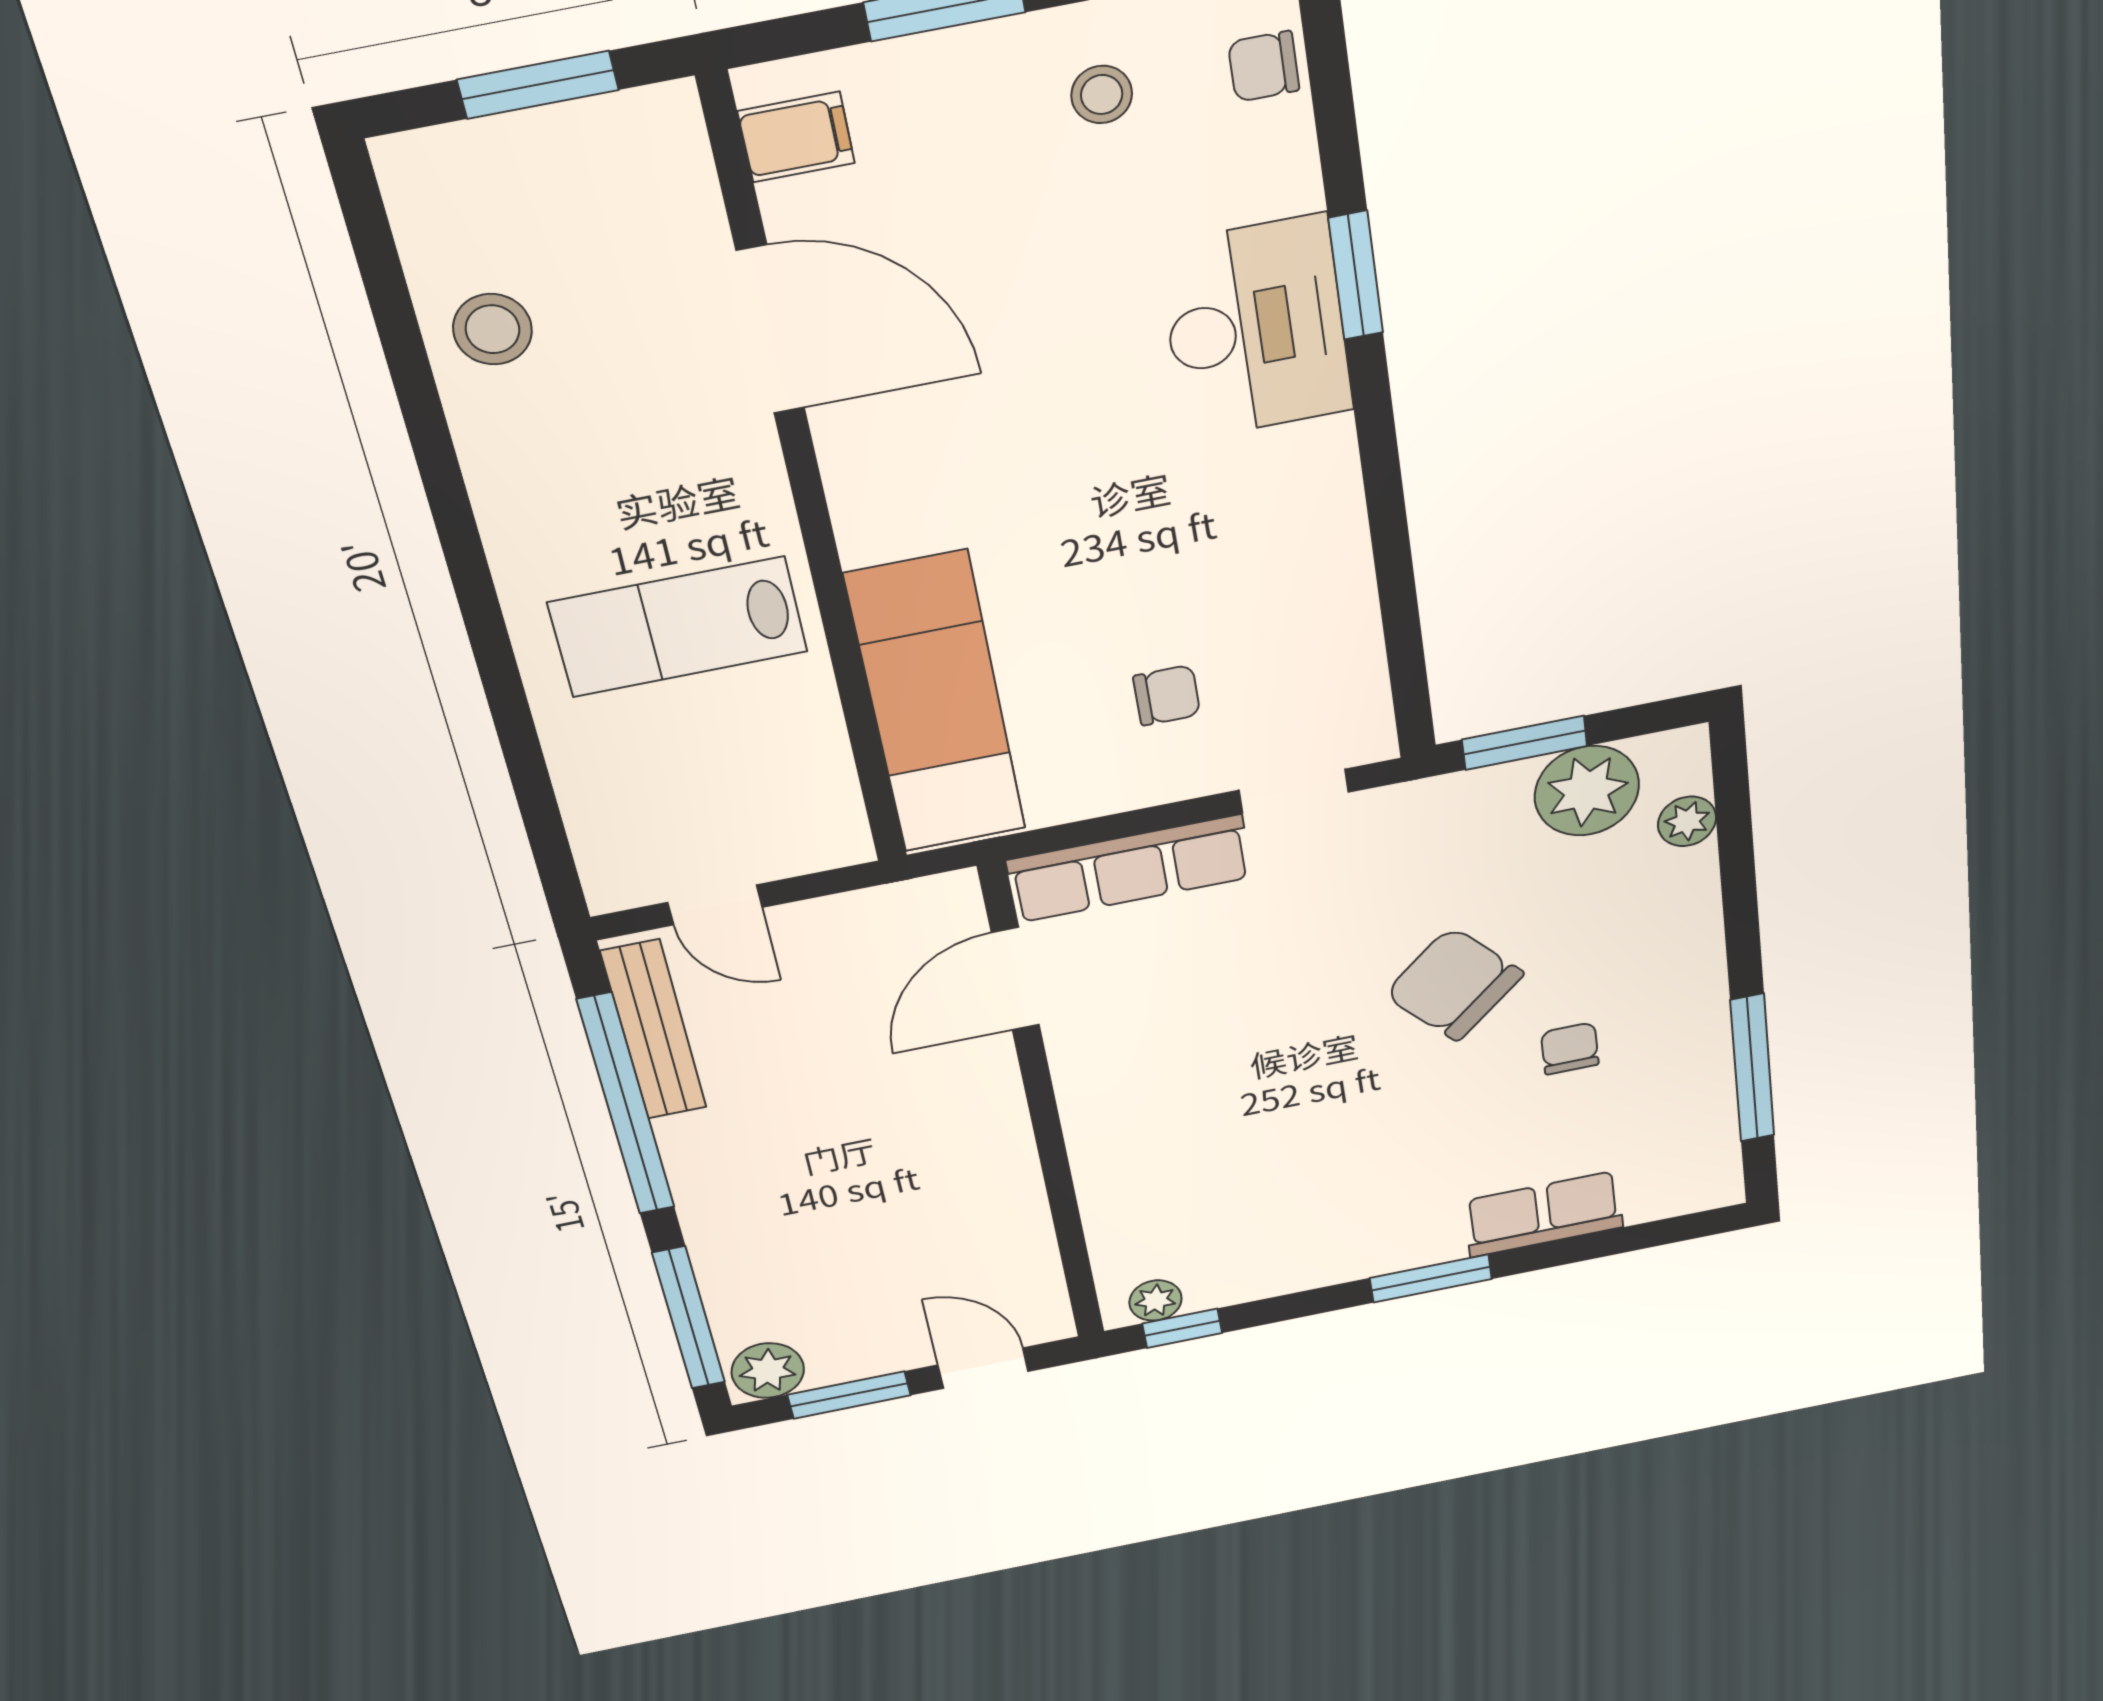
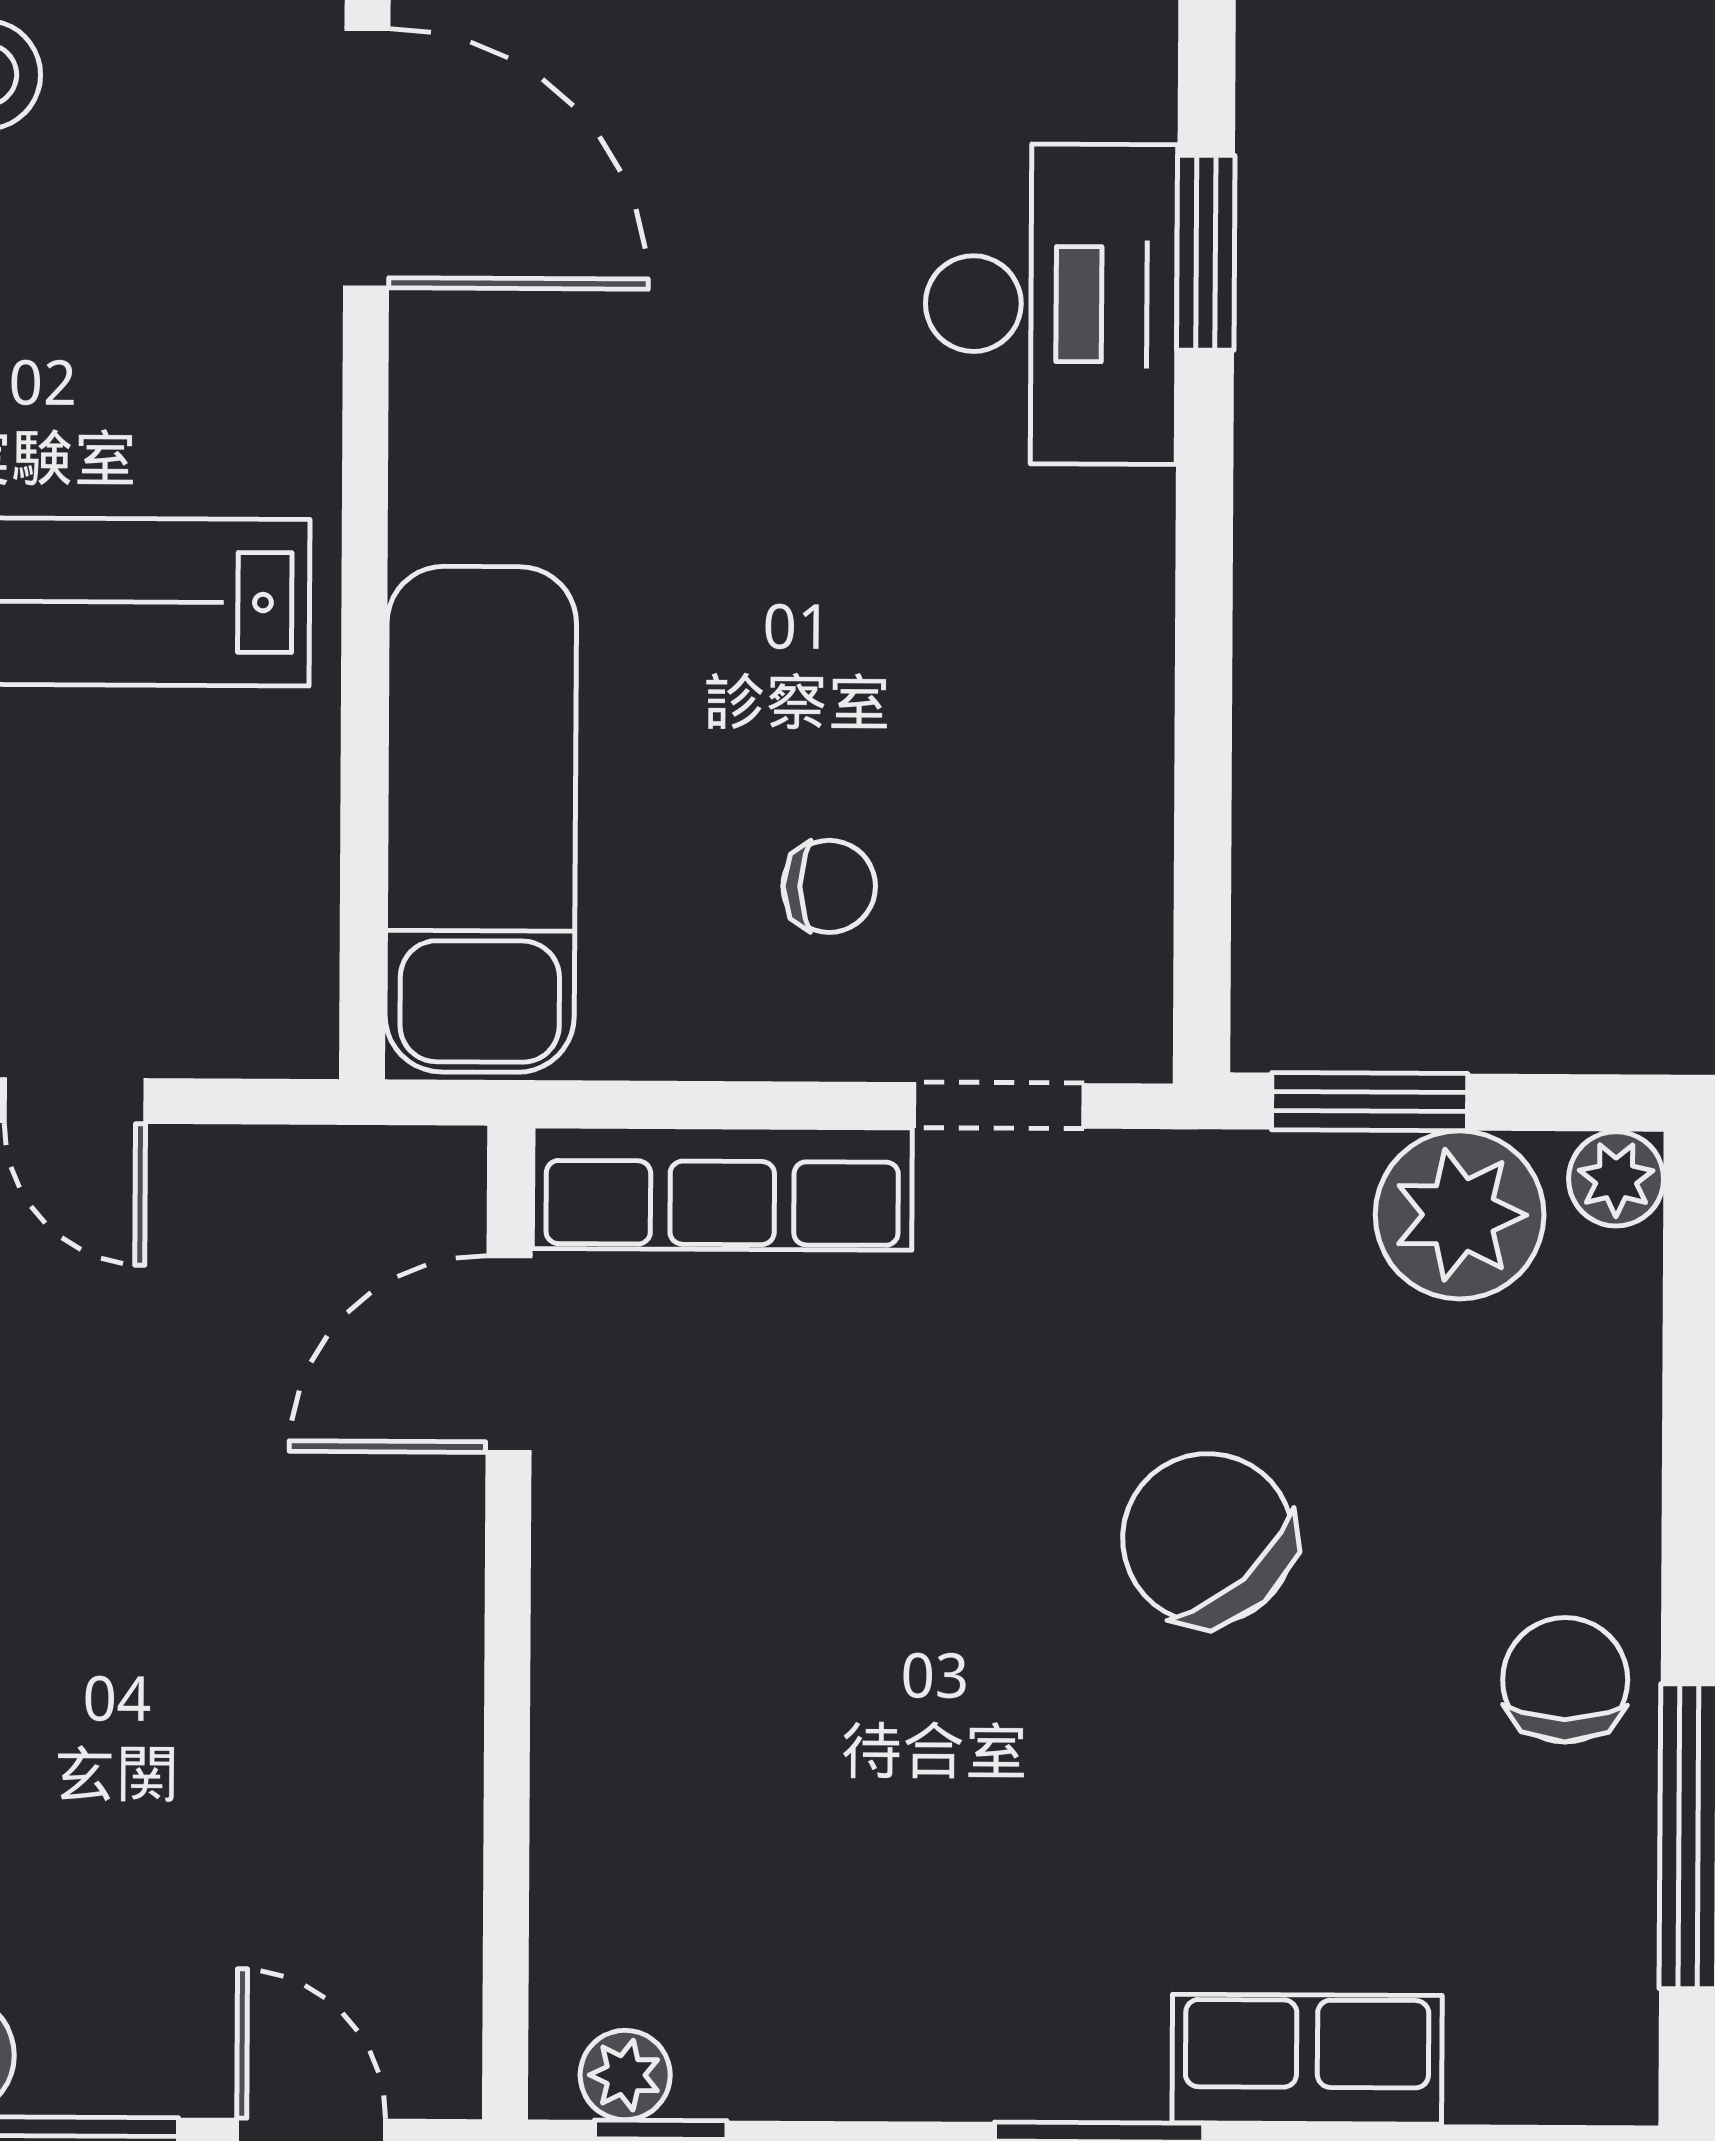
plant: (1687, 821) -> (1616, 1179), moved
chair: (1570, 1048) -> (1565, 1680), moved, width x1.37, depth x1.37

